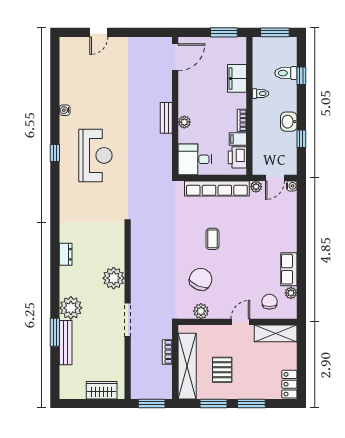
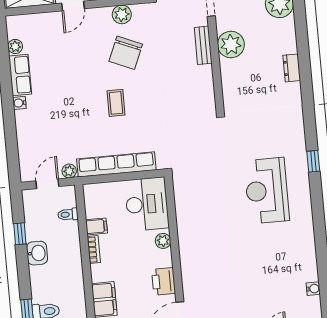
toilet: (260, 94) -> (68, 214), moved
water cooler: (65, 110) -> (313, 289), moved
bench: (166, 118) -> (203, 45), moved
window: (55, 153) -> (313, 161), moved
printer: (237, 157) -> (163, 281), moved, turned 180
desk: (195, 159) -> (147, 204), width x1.37
water cooler: (292, 186) -> (19, 103), moved
chair: (269, 302) -> (40, 34), removed

